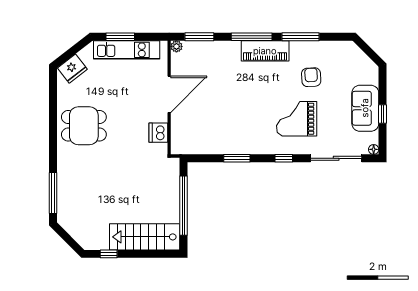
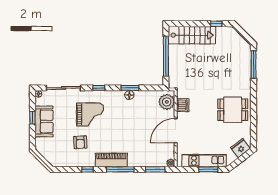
window: (301, 37) -> (87, 169), width x0.46
plant: (182, 137) -> (167, 102), added
floor lamp: (238, 148) -> (129, 95), added

